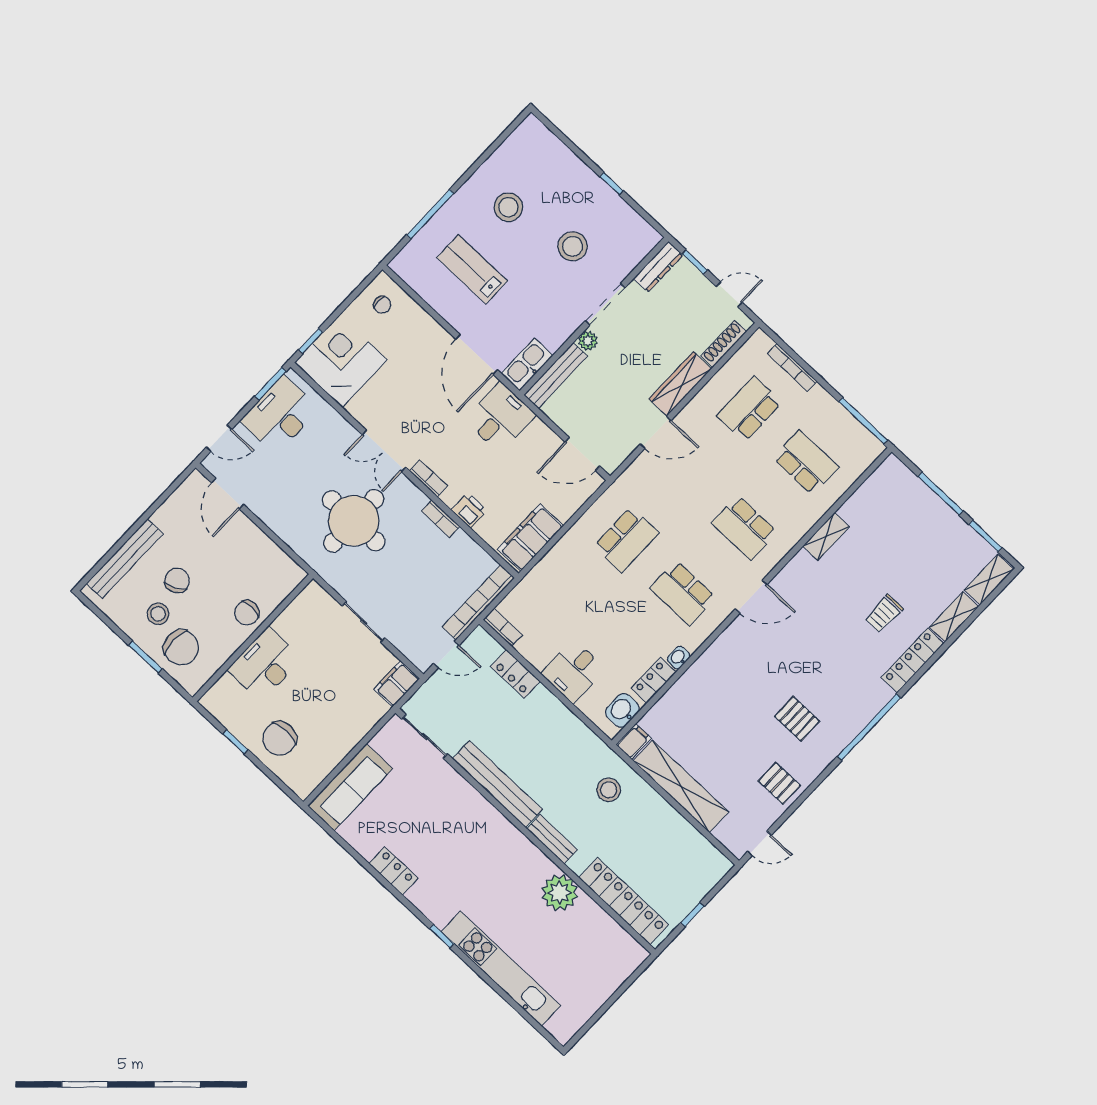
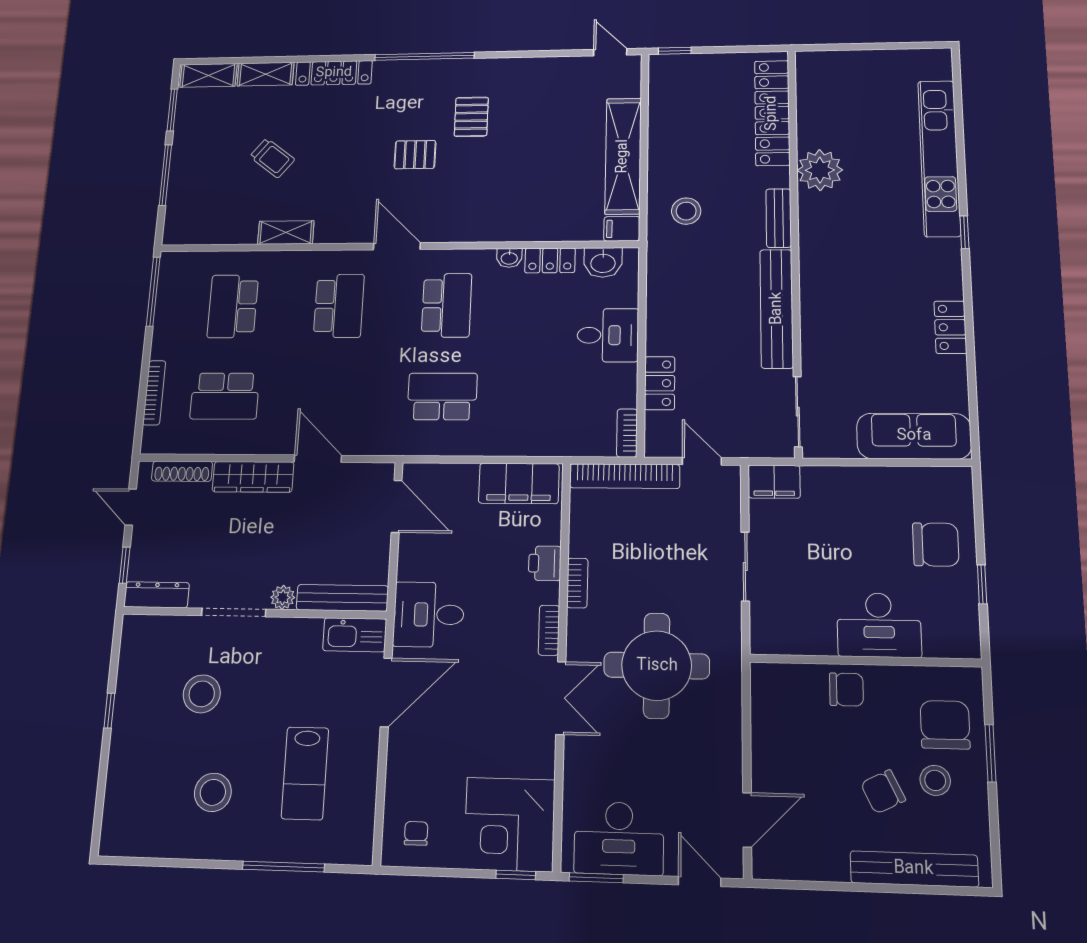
trolley: (884, 614) -> (272, 158), moved, turned 38
pallet: (779, 783) -> (415, 155), moved, turned 90
window: (692, 914) -> (675, 51), moved

